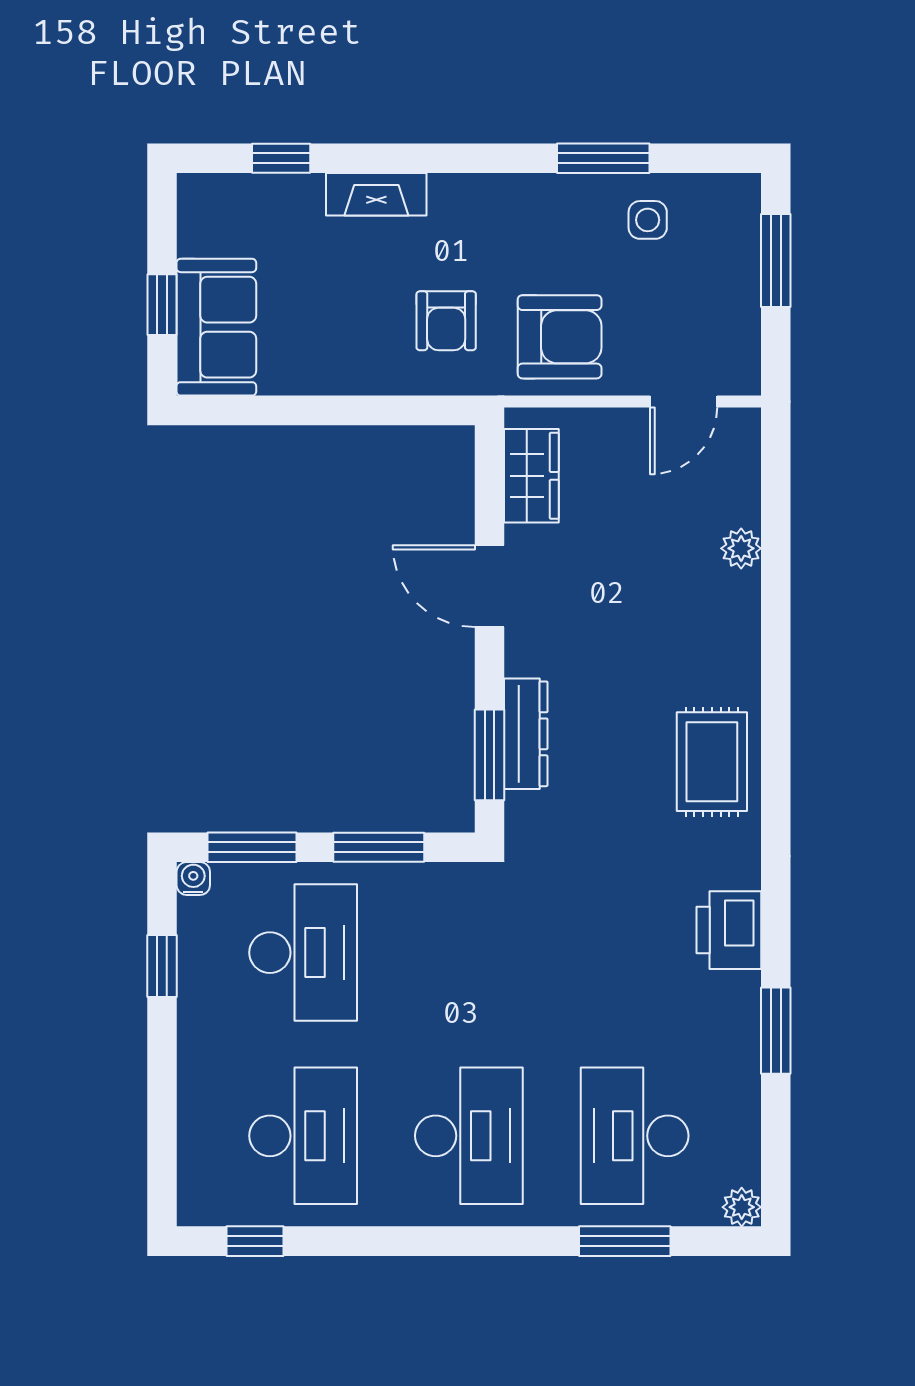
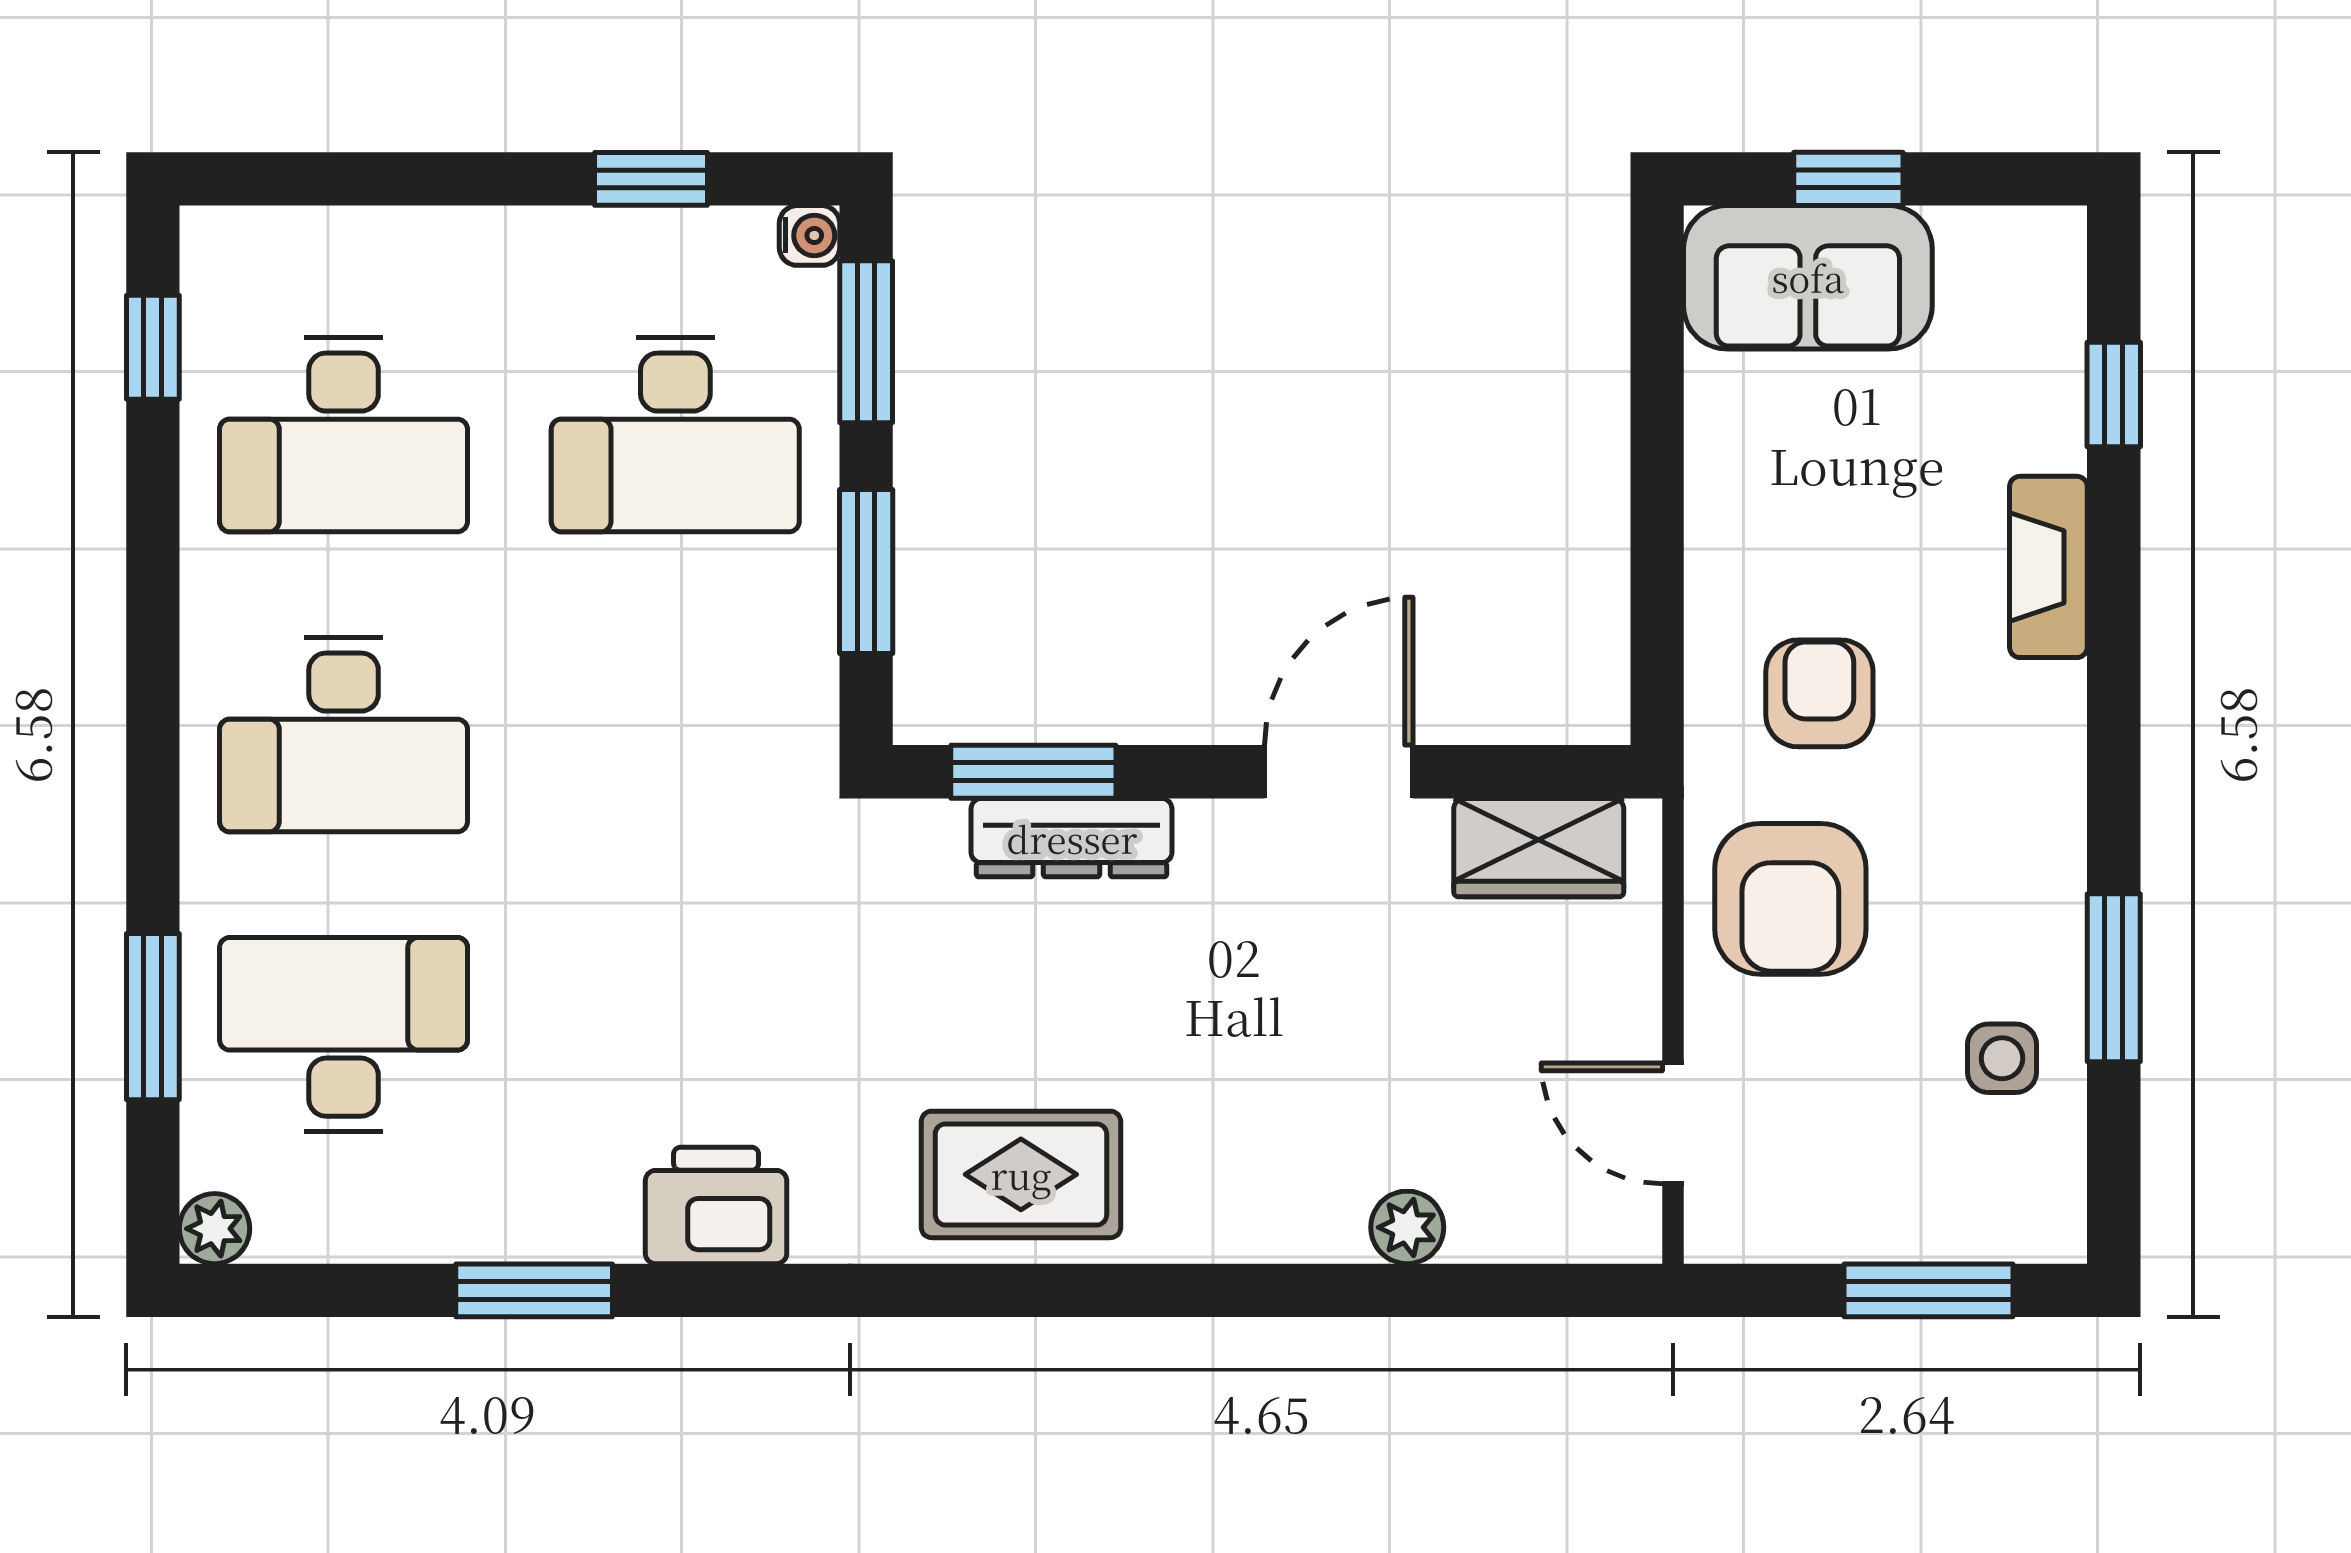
armchair: (446, 321) -> (1819, 693), turned 90

